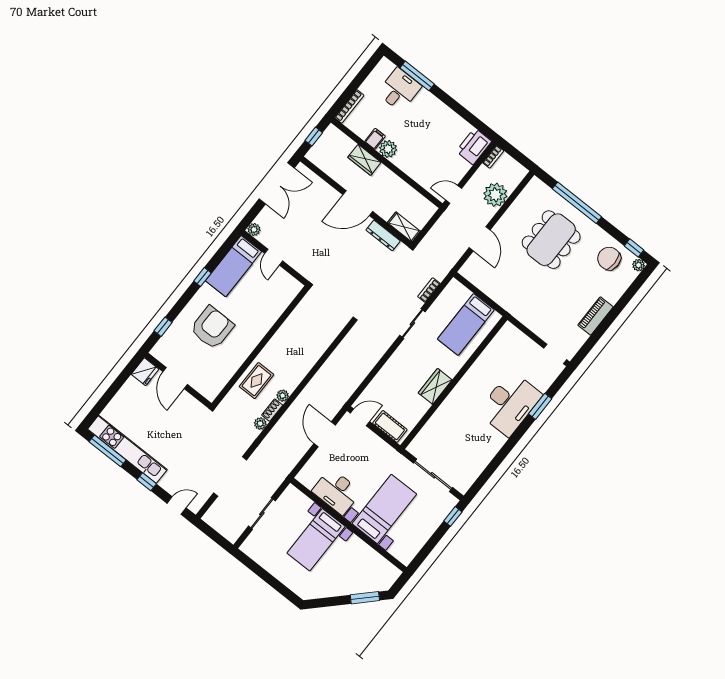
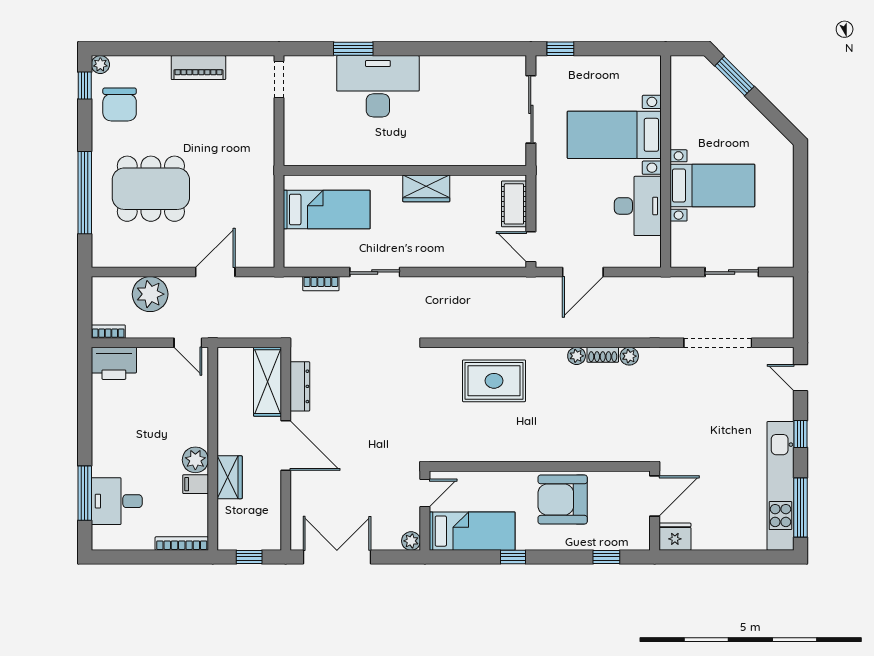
shelving: (404, 227) -> (267, 382), width x1.50, depth x1.33
wall: (261, 346) -> (540, 466), moved
rug: (256, 381) -> (494, 381), moved, width x1.36, depth x1.43

